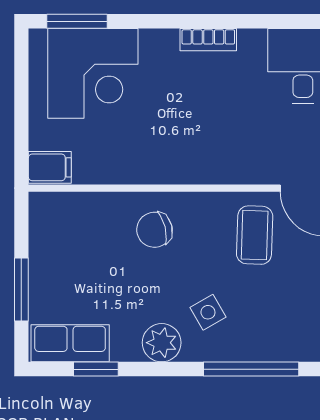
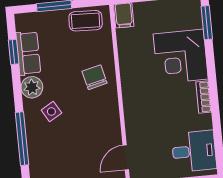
corner desk: (93, 73) -> (181, 56), moved
coffee table: (255, 235) -> (86, 21), moved
row of seats: (70, 343) -> (28, 53), moved

